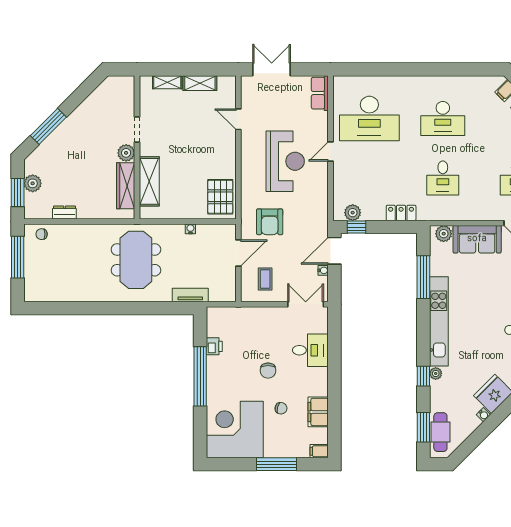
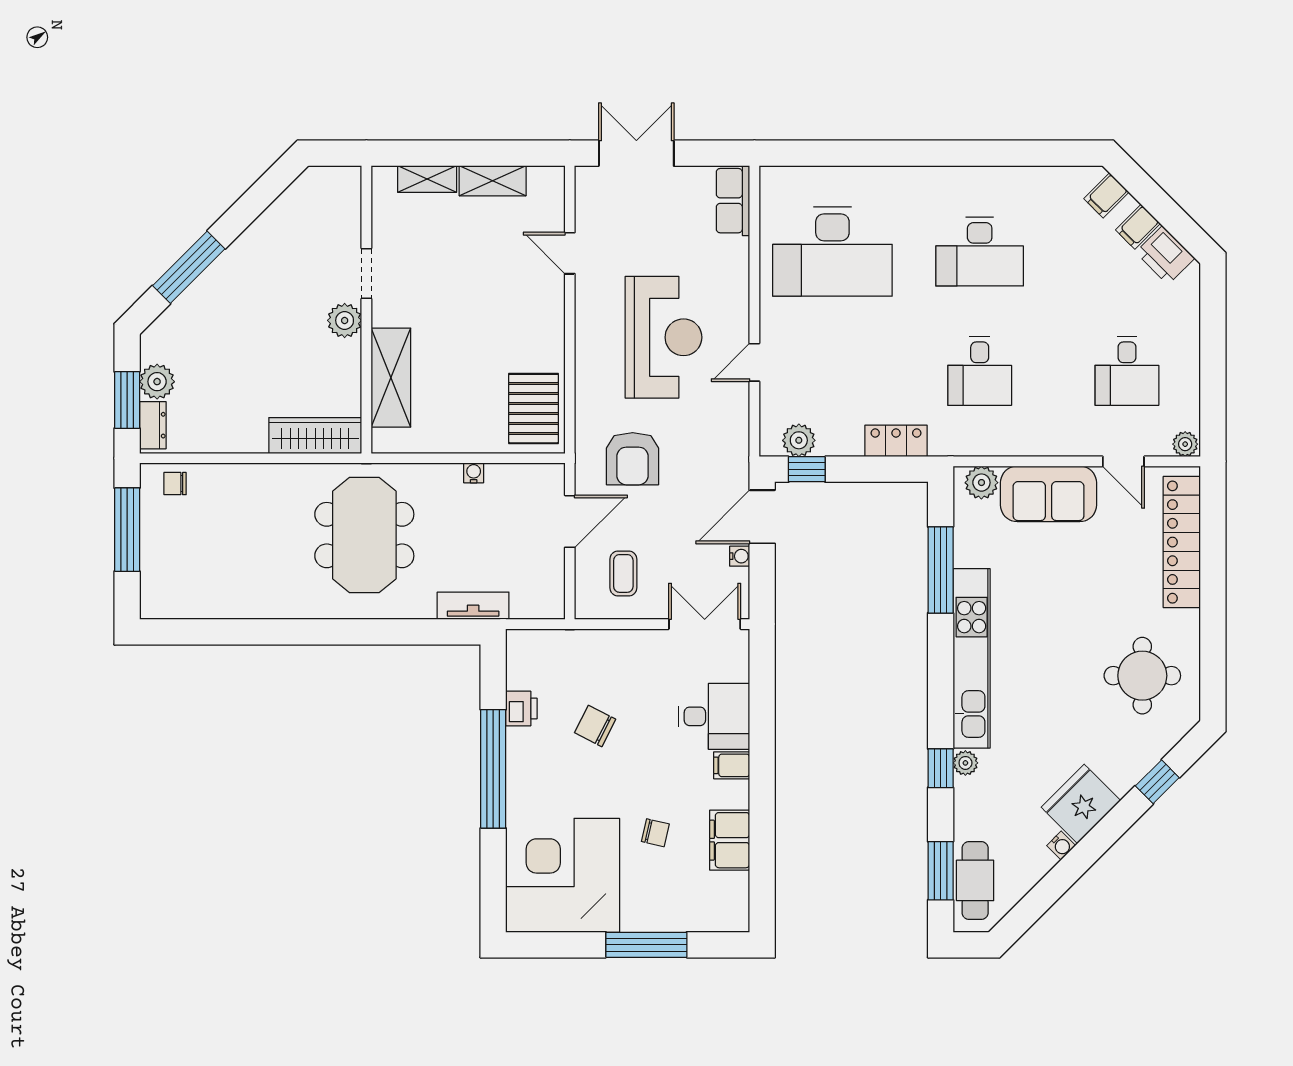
door: (330, 152) -> (754, 362), moved
wardrobe: (126, 186) -> (315, 436), moved, turned 90
dresser: (64, 213) -> (153, 425), moved, turned 90
chair: (268, 371) -> (595, 726), moved, turned 117
filing cabinet: (319, 451) -> (732, 765), moved

